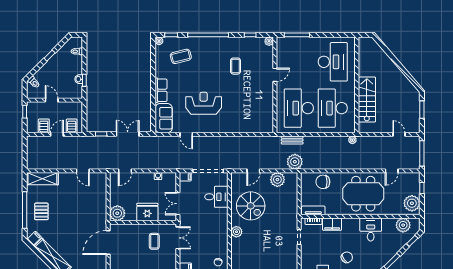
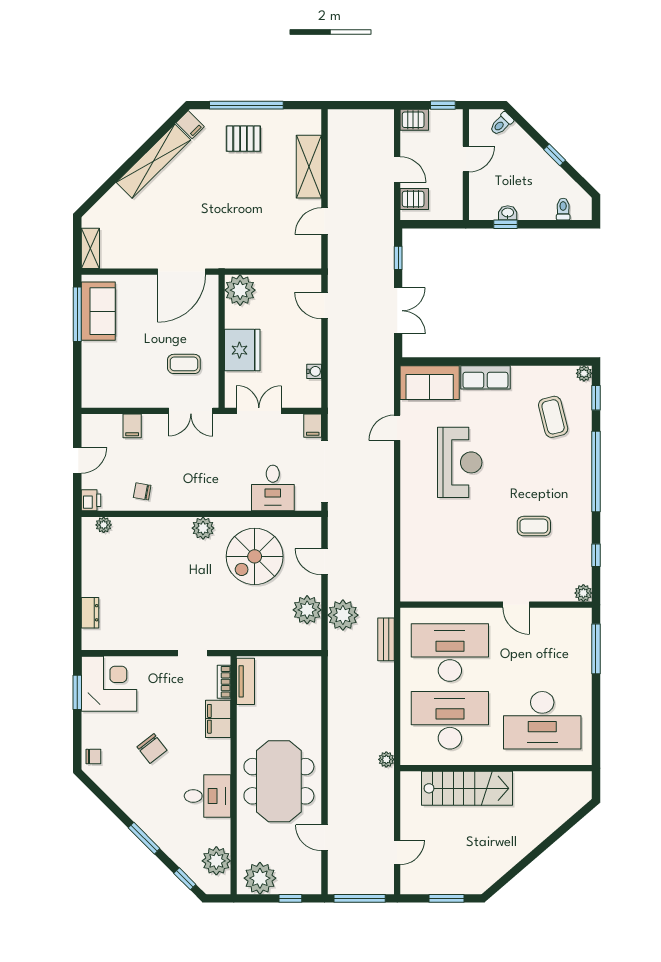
server rack: (44, 126) -> (414, 120), moved
plant: (295, 162) -> (343, 615), moved
shelving: (42, 179) -> (309, 167), moved
chair: (323, 182) -> (303, 701), removed
door: (108, 242) -> (182, 272), swing flipped

